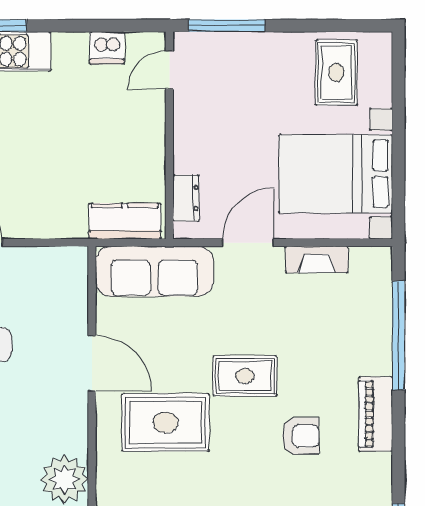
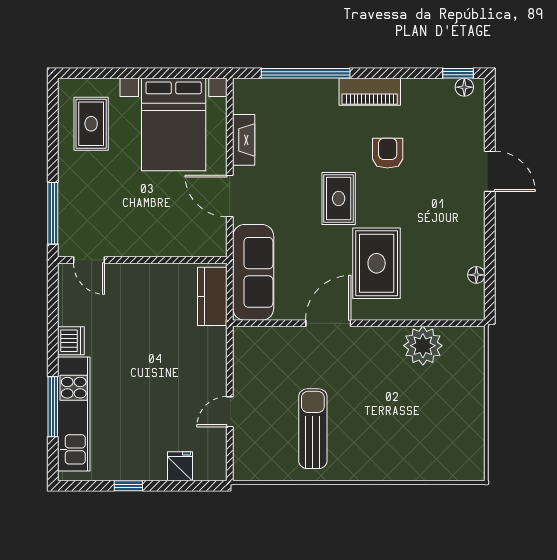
dishwasher: (107, 48) -> (71, 341), moved
rug: (336, 73) -> (91, 124), turned 90
dresser: (186, 198) -> (193, 247), removed

